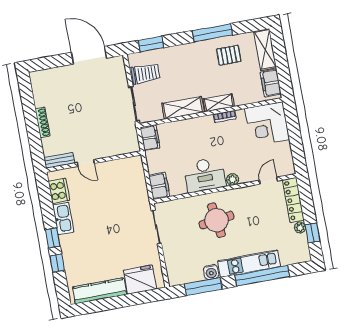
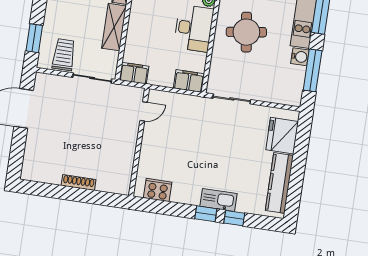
bench: (59, 160) -> (125, 178), removed
door: (86, 163) -> (144, 111), moved
kitchen sink: (63, 218) -> (219, 200), moved

